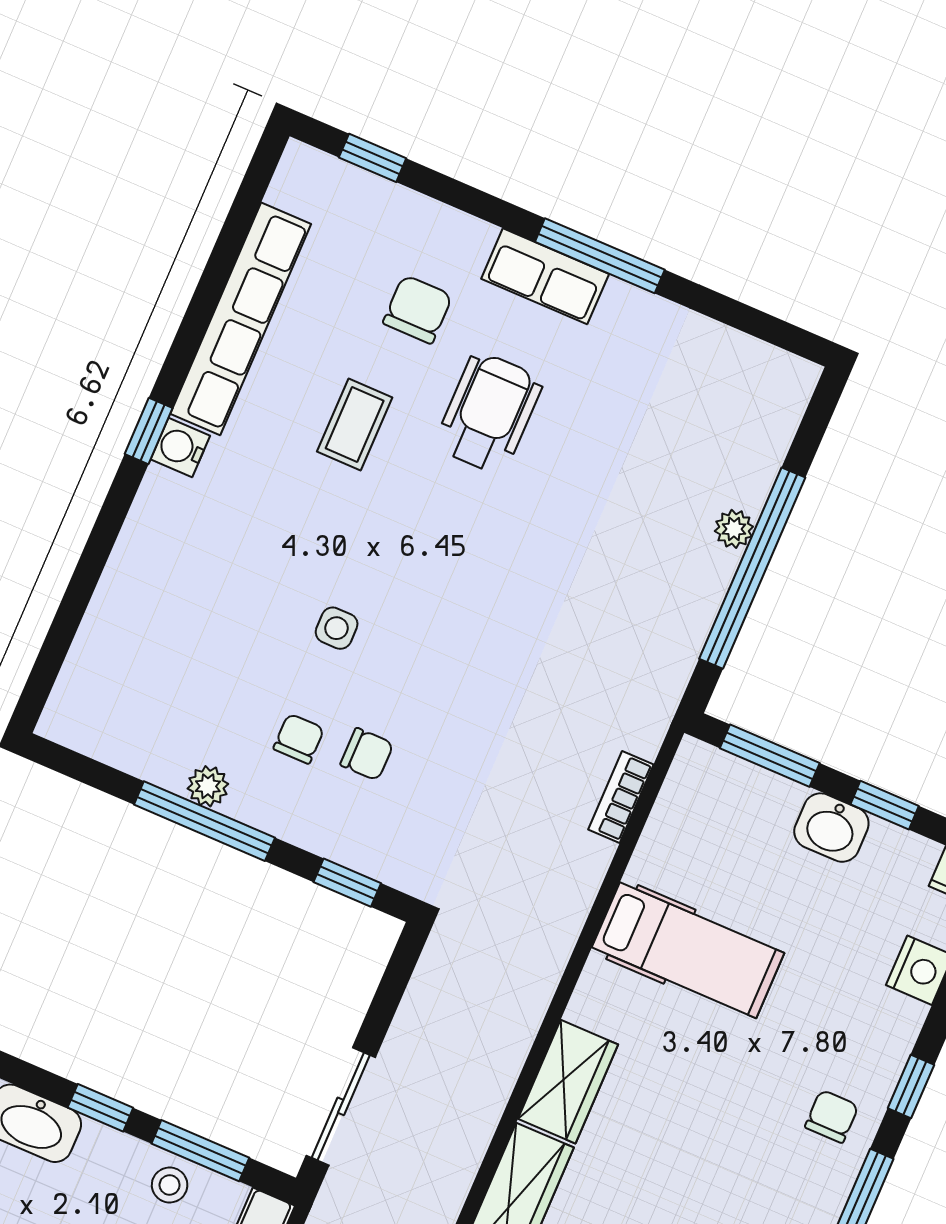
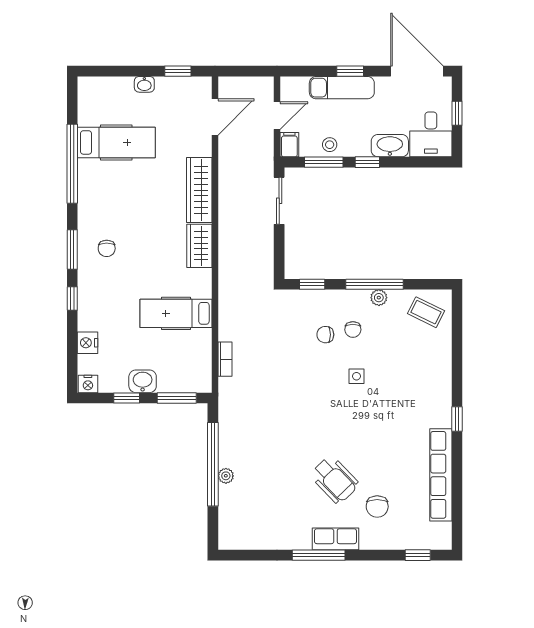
wheelchair: (489, 413) -> (335, 480), turned -44
coffee table: (355, 424) -> (426, 312), moved, turned -64
water cooler: (180, 447) -> (443, 418), removed
chair: (832, 1116) -> (107, 248), moved

